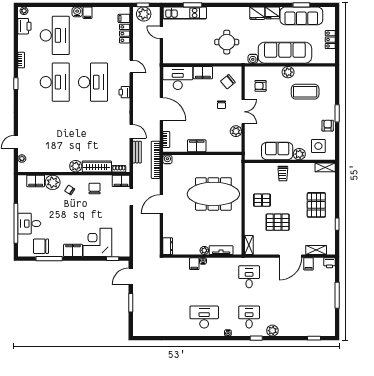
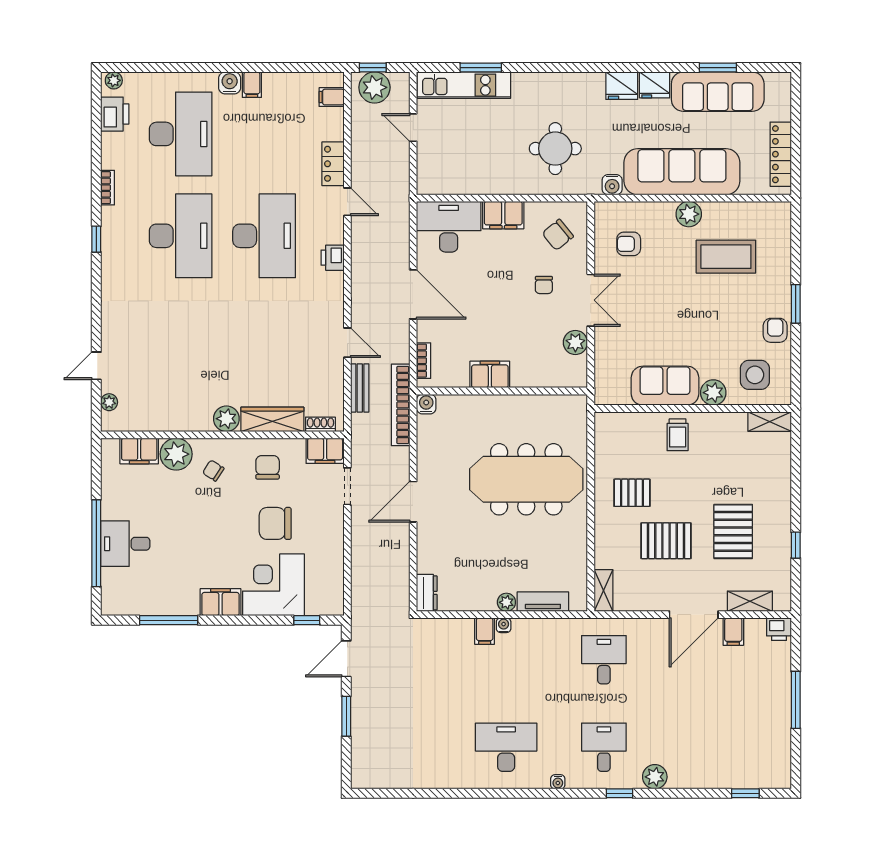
locker: (125, 34) -> (333, 164), moved
locker: (330, 40) -> (781, 154), width x1.53
pallet: (316, 205) -> (733, 531), moved
chair: (41, 246) -> (275, 523), moved

